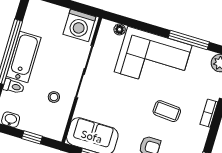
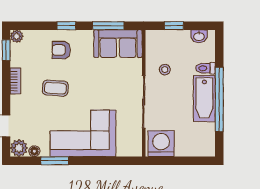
floor lamp: (120, 29) -> (34, 151), moved
window: (189, 40) -> (55, 161), width x0.69
bookcase: (209, 113) -> (15, 81), moved

